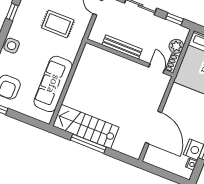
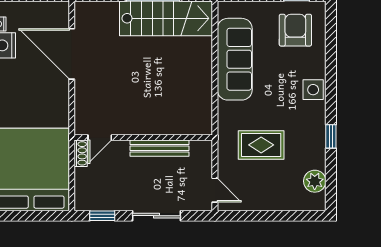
plant: (176, 46) -> (85, 179), removed
door: (157, 68) -> (100, 138), hinge flipped

